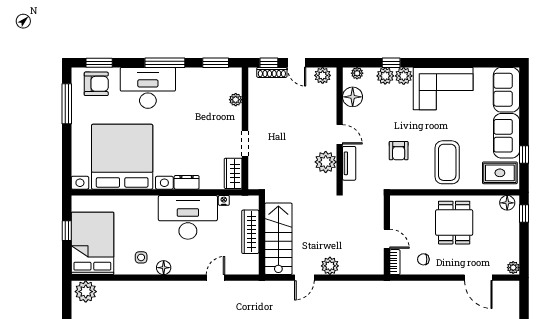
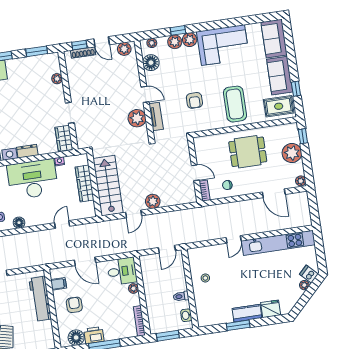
floor lamp: (507, 203) -> (288, 130), removed
dining table: (454, 223) -> (248, 152), turned 90
plant: (508, 232) -> (292, 153), added

